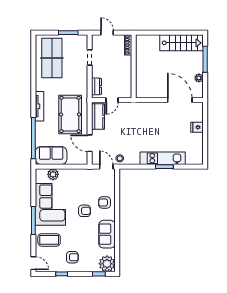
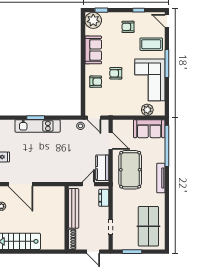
bench: (127, 76) -> (74, 208), added

